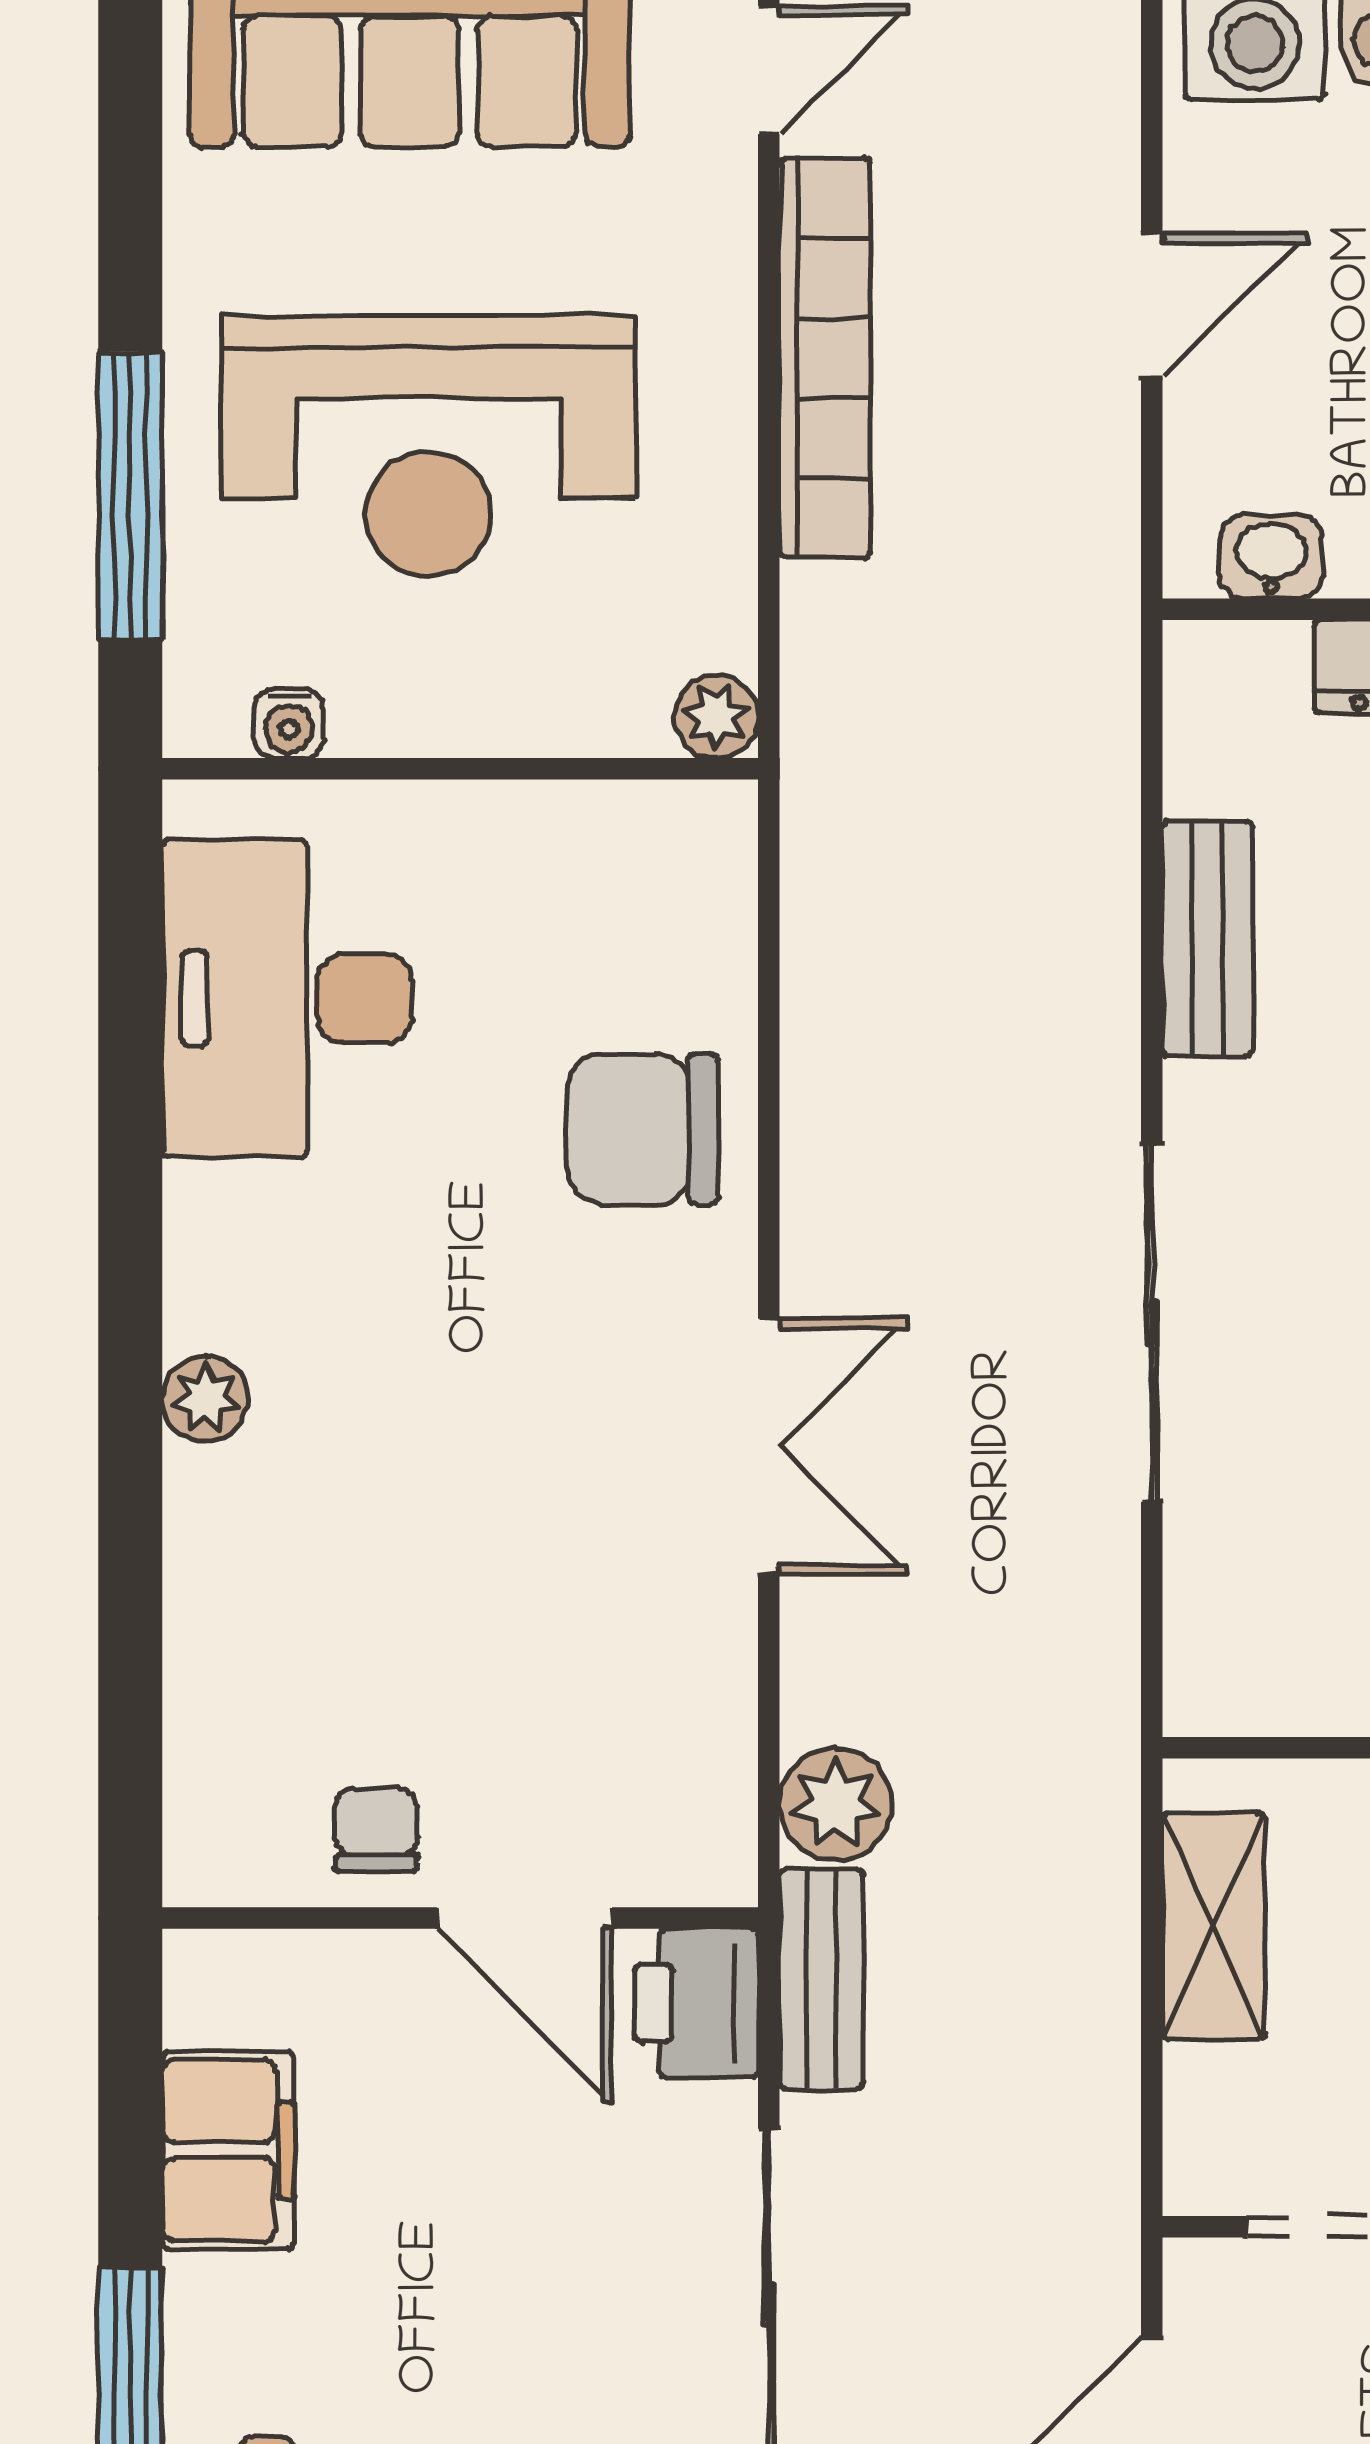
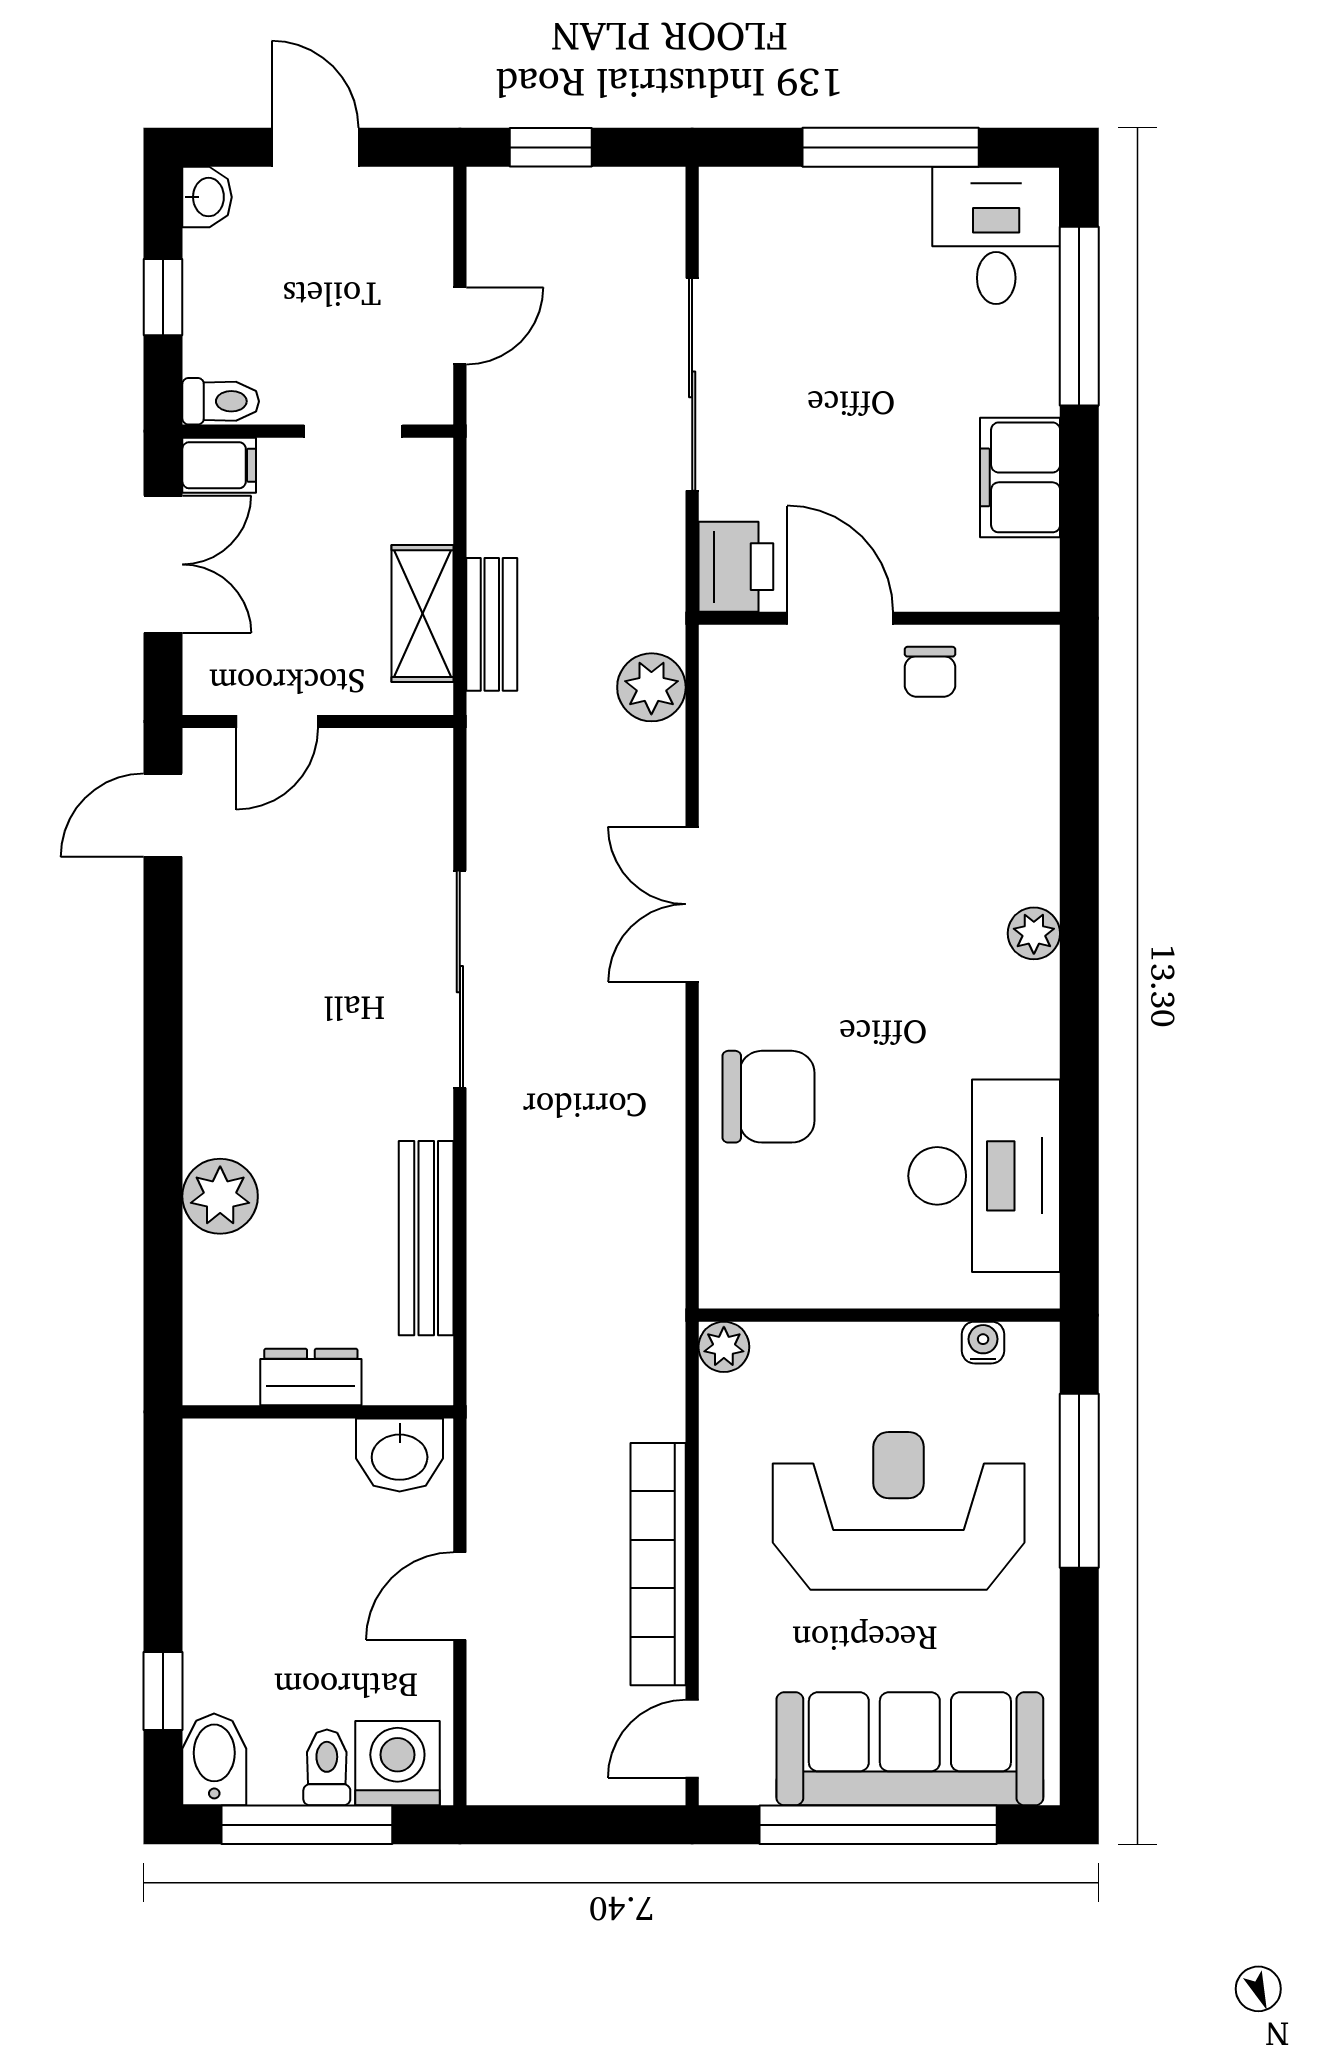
washbasin: (1271, 557) -> (400, 1455), width x1.38, depth x1.45
bench: (1207, 938) -> (426, 1238), width x1.36
bench: (821, 1979) -> (492, 624), moved

